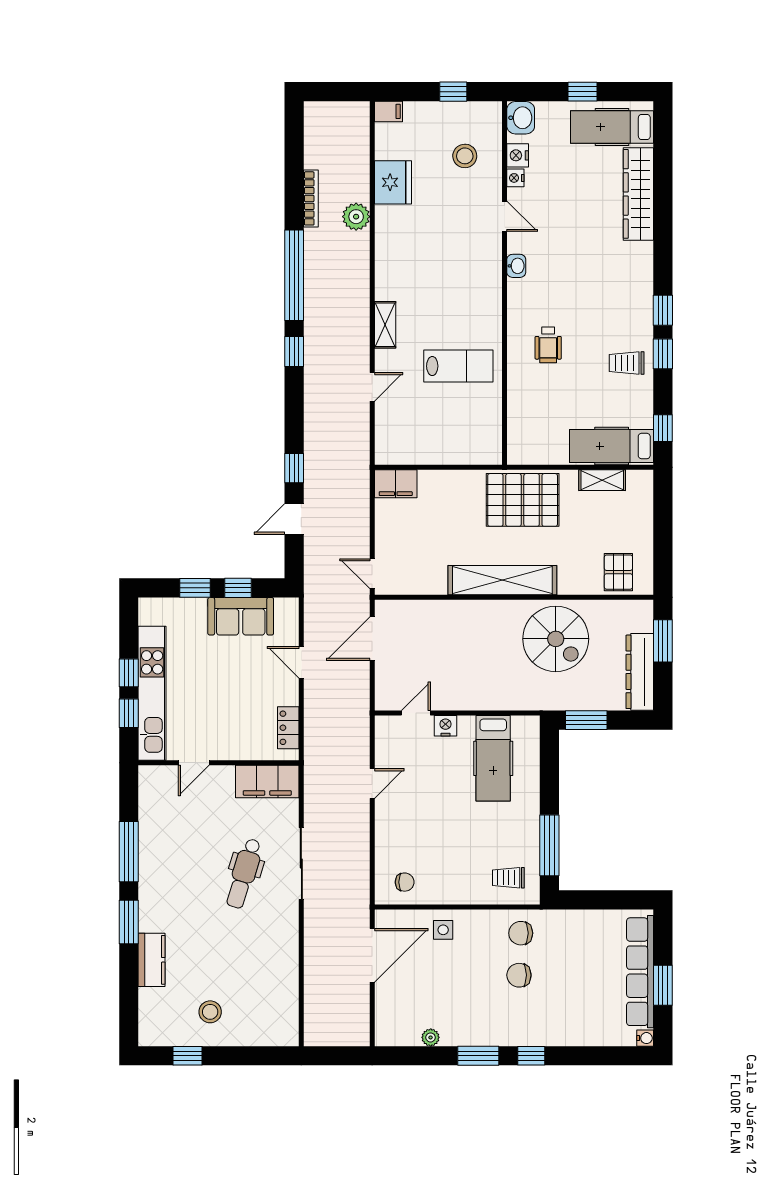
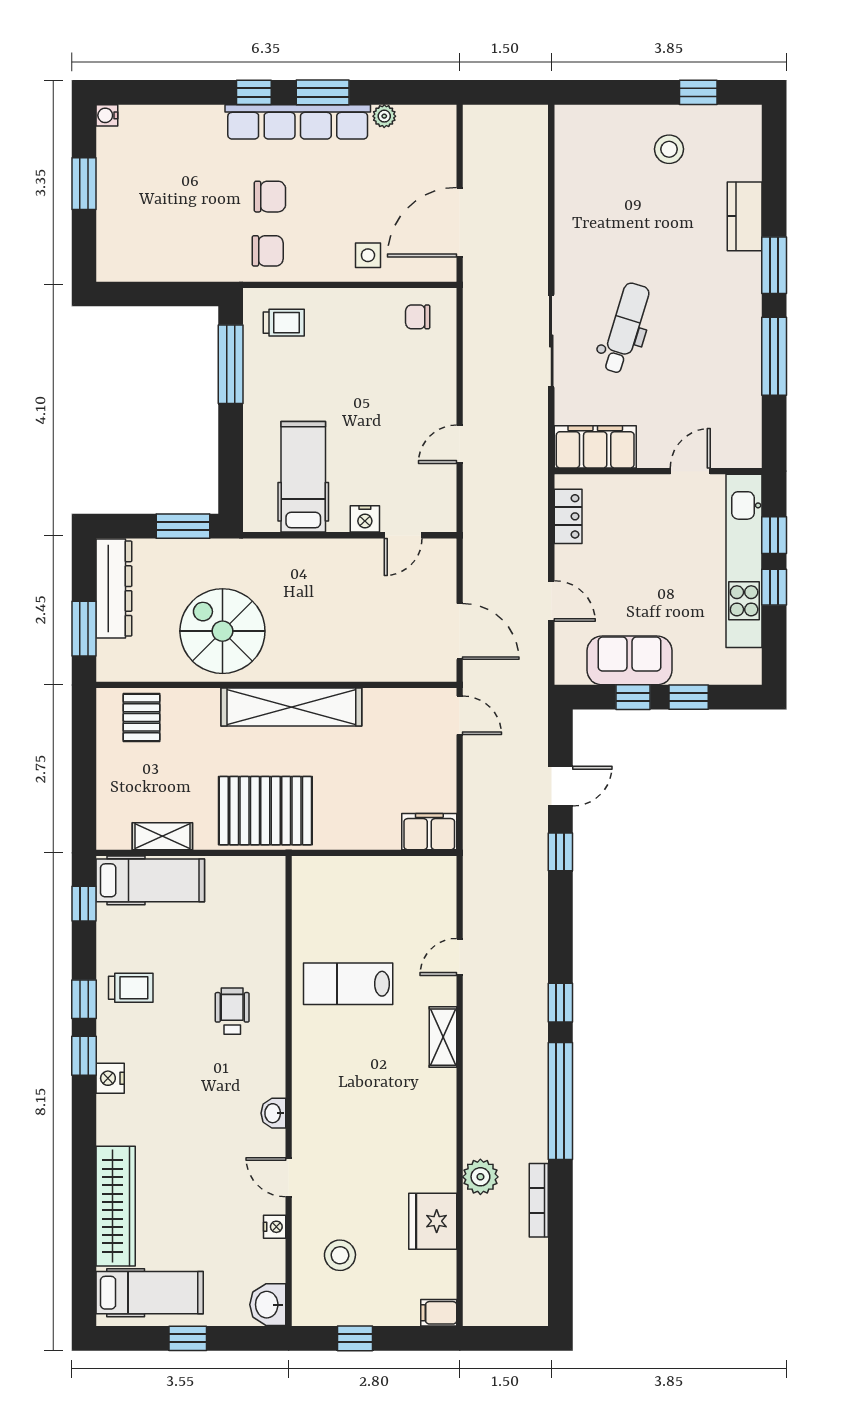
nightstand: (518, 155) -> (110, 1078), moved, turned 180
door: (372, 639) -> (460, 631), hinge flipped
row of seats: (640, 972) -> (298, 122), moved, turned 90

